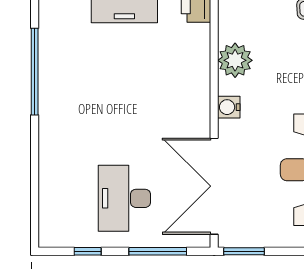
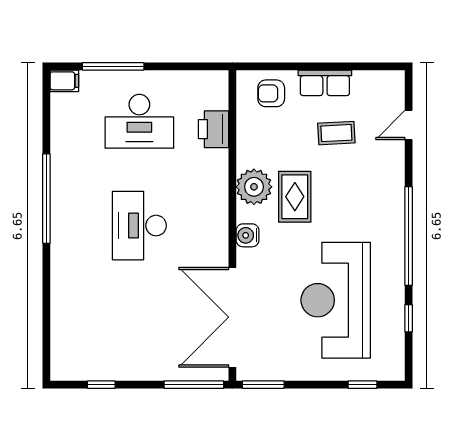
rug: (274, 70) -> (295, 197), added
desk: (124, 198) -> (139, 226), moved
window: (158, 251) -> (194, 385), moved

